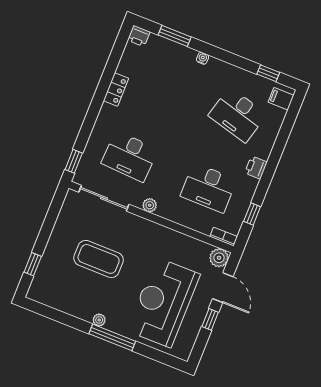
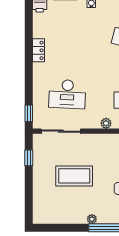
plant: (150, 205) -> (106, 123), moved
window: (33, 264) -> (29, 158), moved

